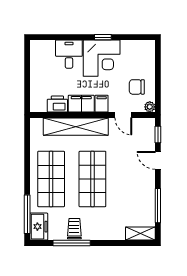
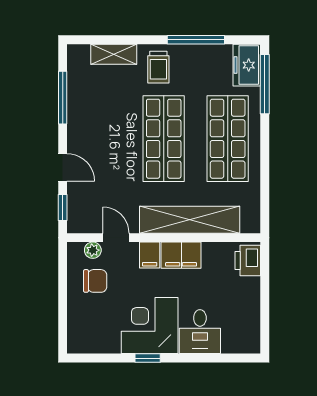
printer: (57, 104) -> (248, 260), moved, turned 90
plant: (150, 107) -> (93, 250), moved
trolley: (74, 229) -> (158, 67), moved
shelving: (140, 234) -> (114, 54), moved

